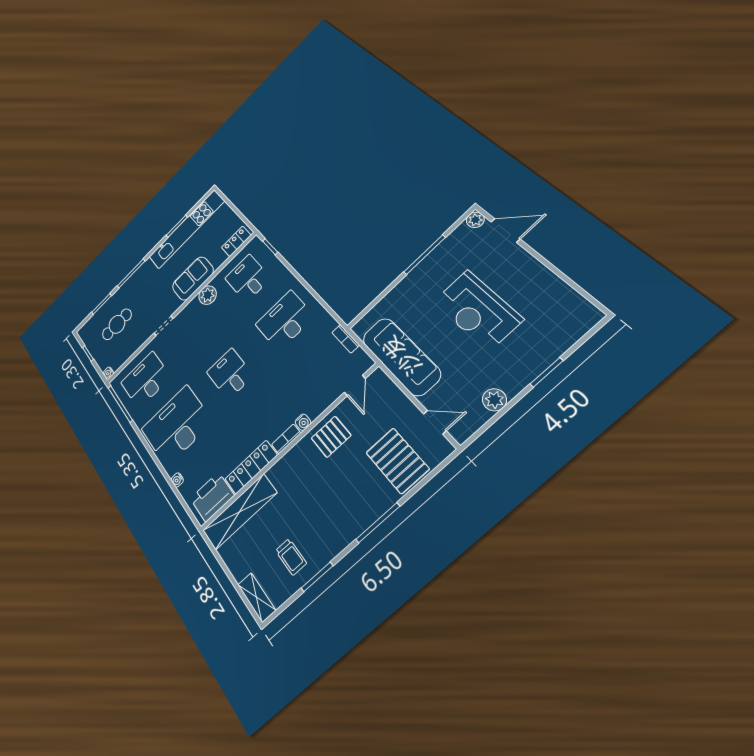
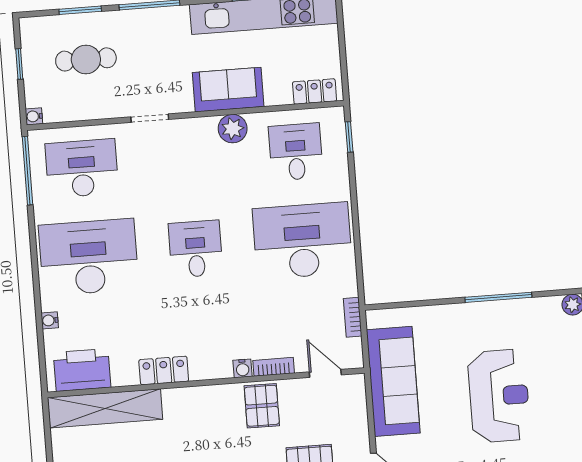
reception desk: (477, 310) -> (499, 396), turned 180
desk: (285, 320) -> (303, 241), width x1.36, depth x1.30
door: (355, 385) -> (325, 373), swing flipped
pallet: (331, 437) -> (262, 406), turned 90
bookcase: (286, 439) -> (274, 367), moved
locker: (251, 467) -> (164, 371), width x0.66

